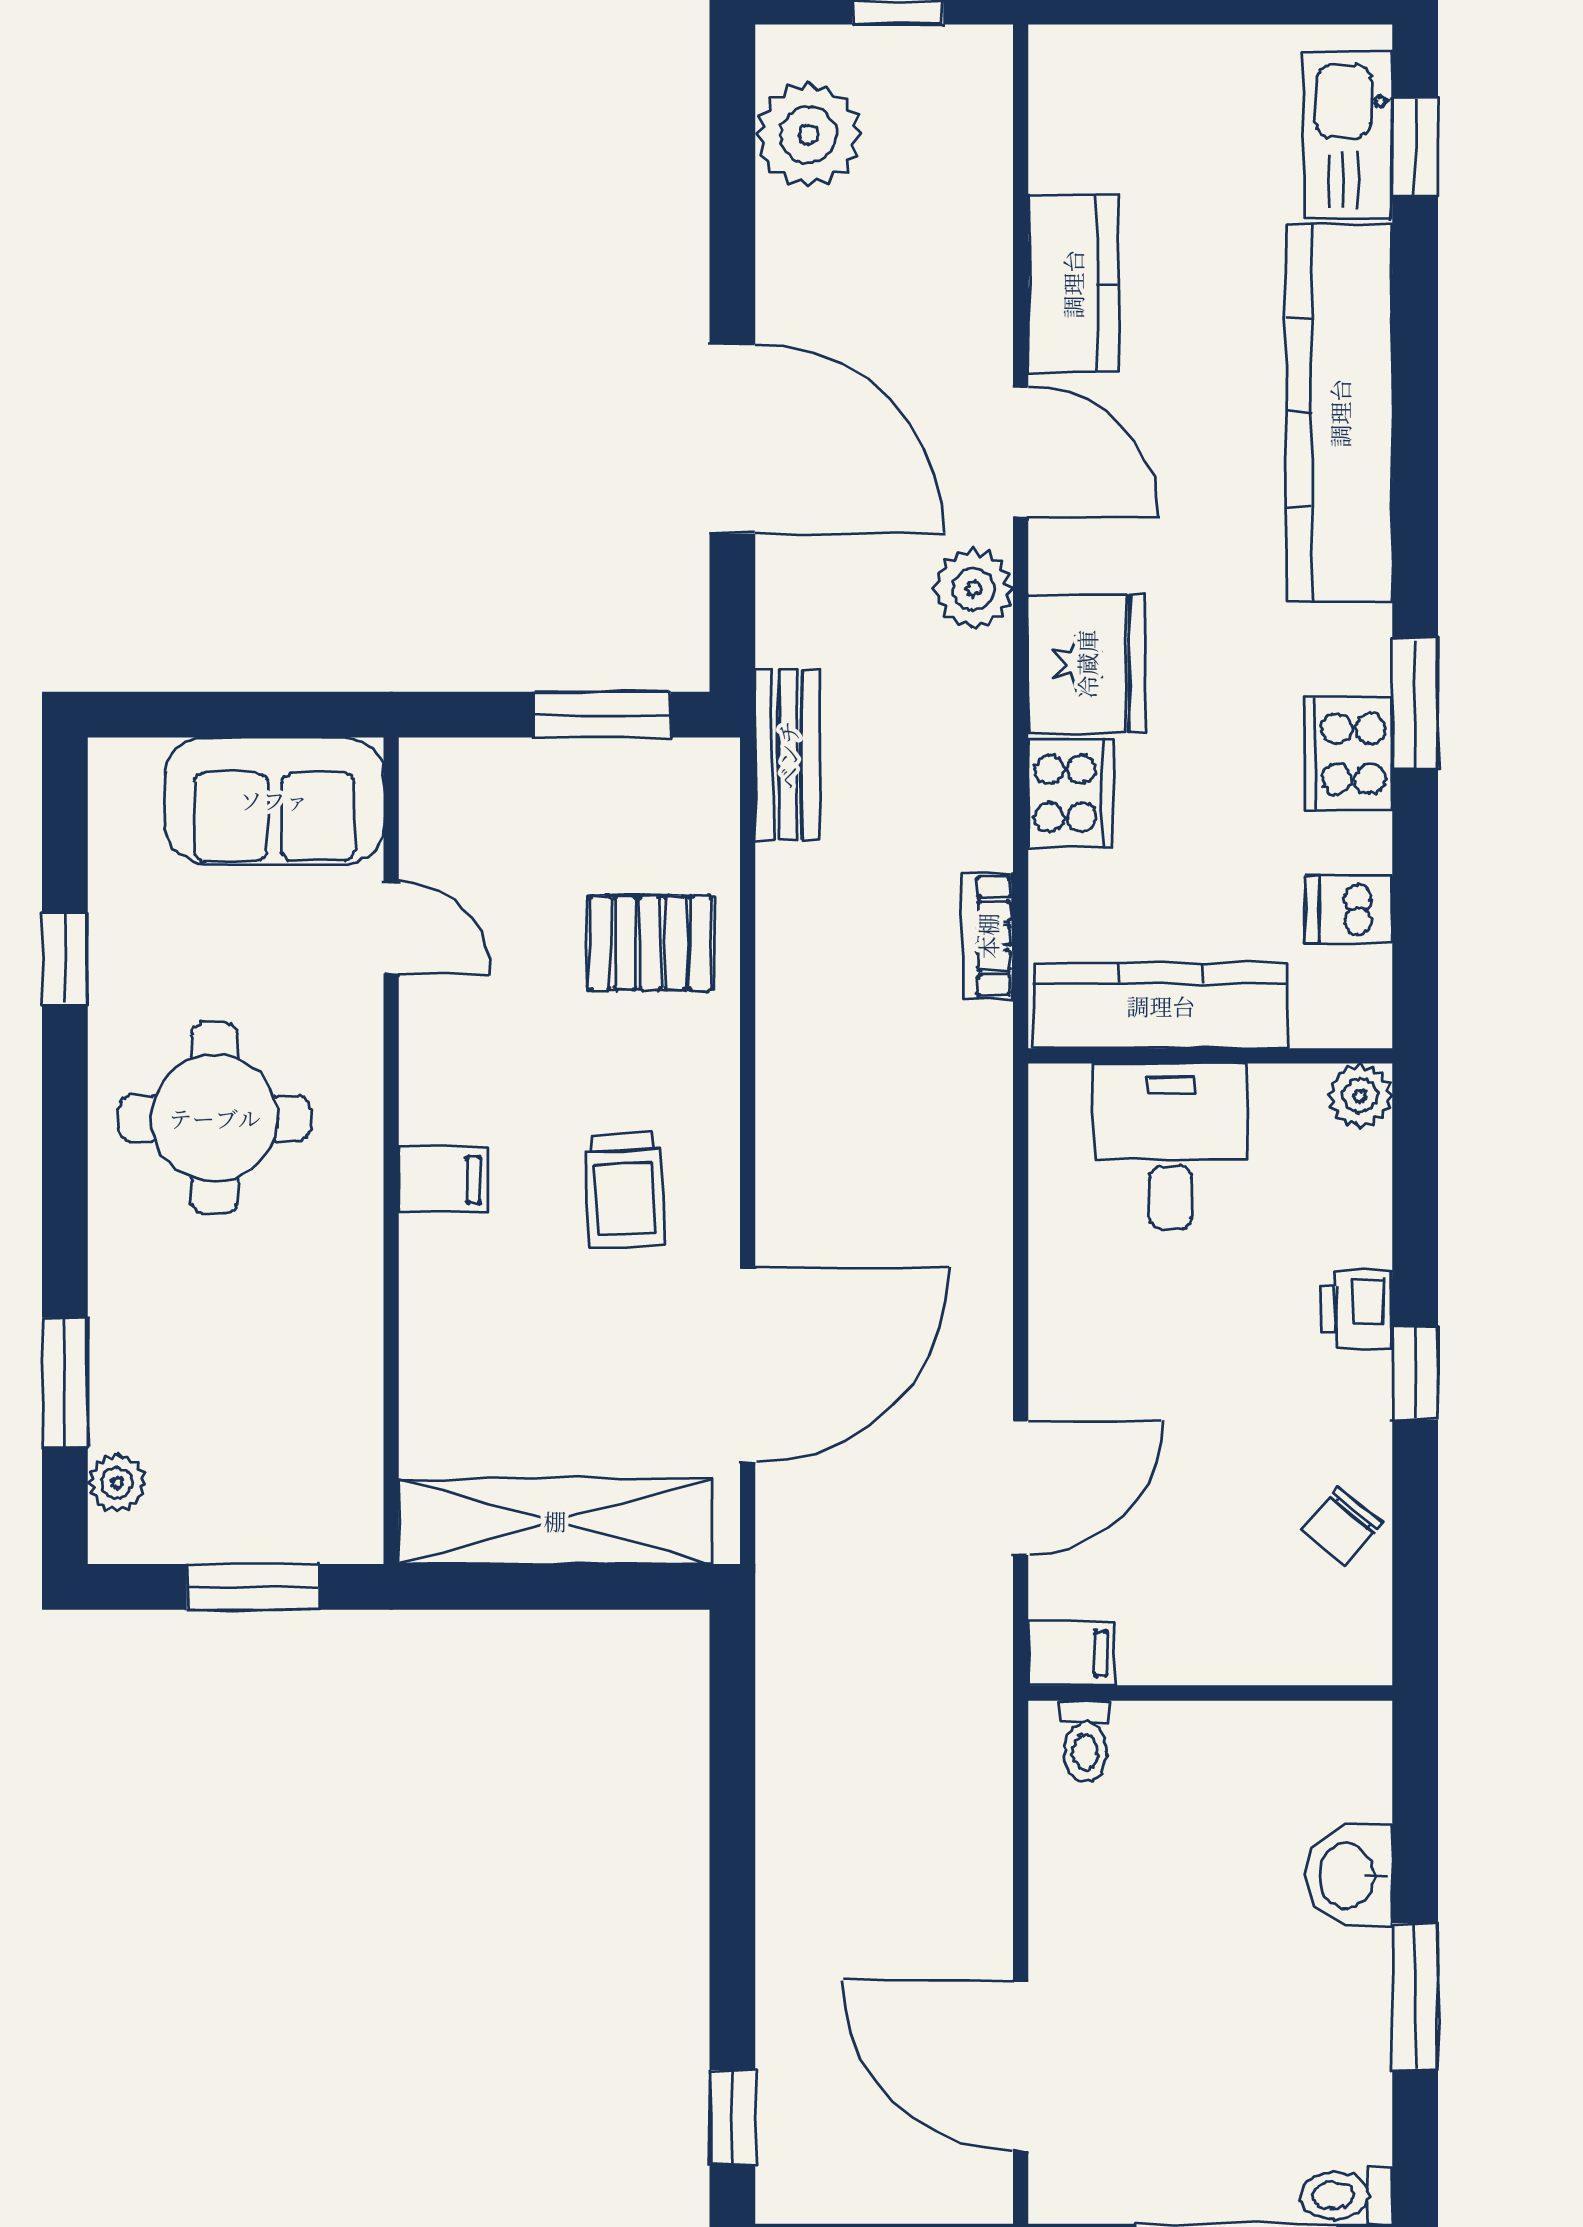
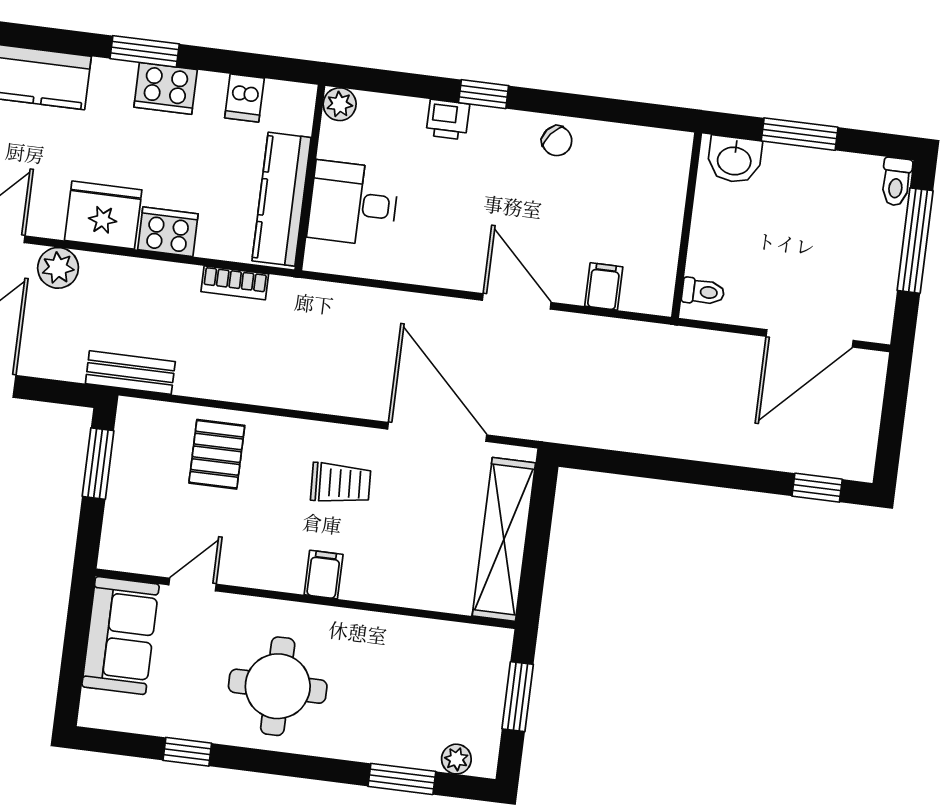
wall: (1210, 1693) -> (687, 225), moved
toilet: (1085, 1741) -> (703, 292), moved

